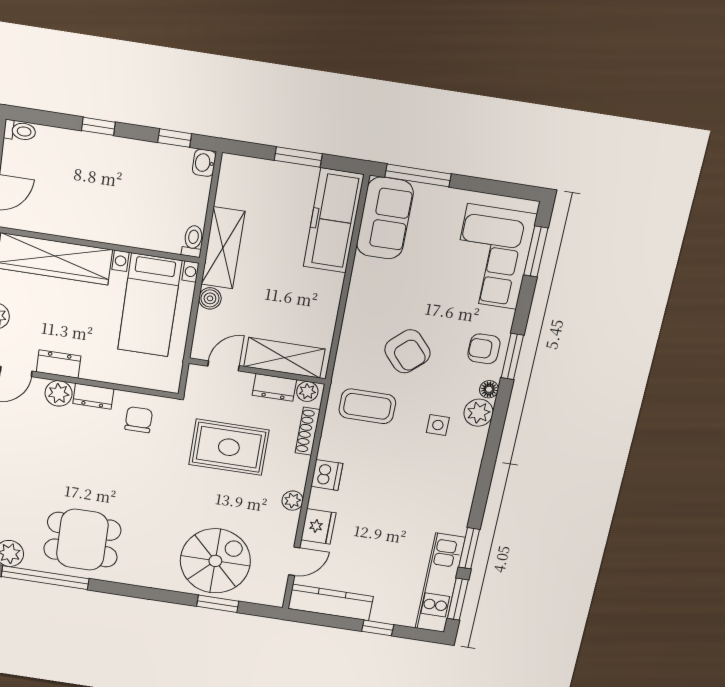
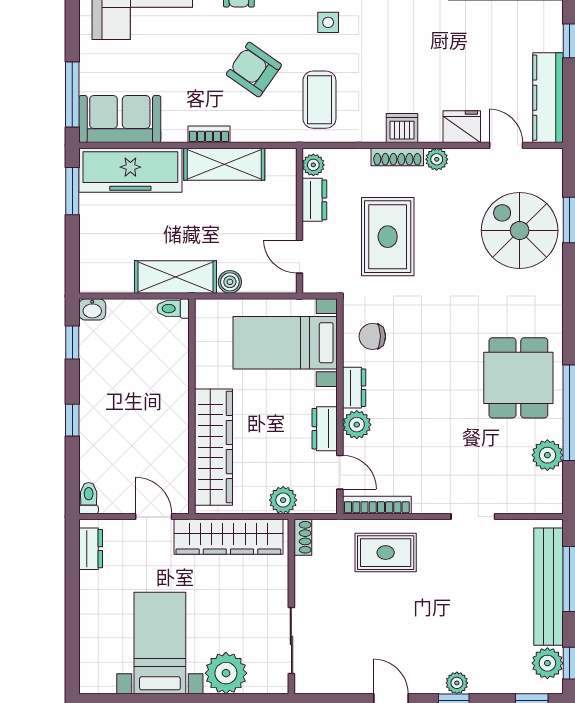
window: (298, 157) -> (72, 191), moved
bookcase: (354, 300) -> (209, 134), added
bed with nightstands: (150, 305) -> (285, 343), moved, turned 180
armchair: (407, 351) -> (254, 70), turned -103
shelving: (284, 358) -> (224, 164), moved, turned 90
shoe rack: (308, 431) -> (397, 157), moved

